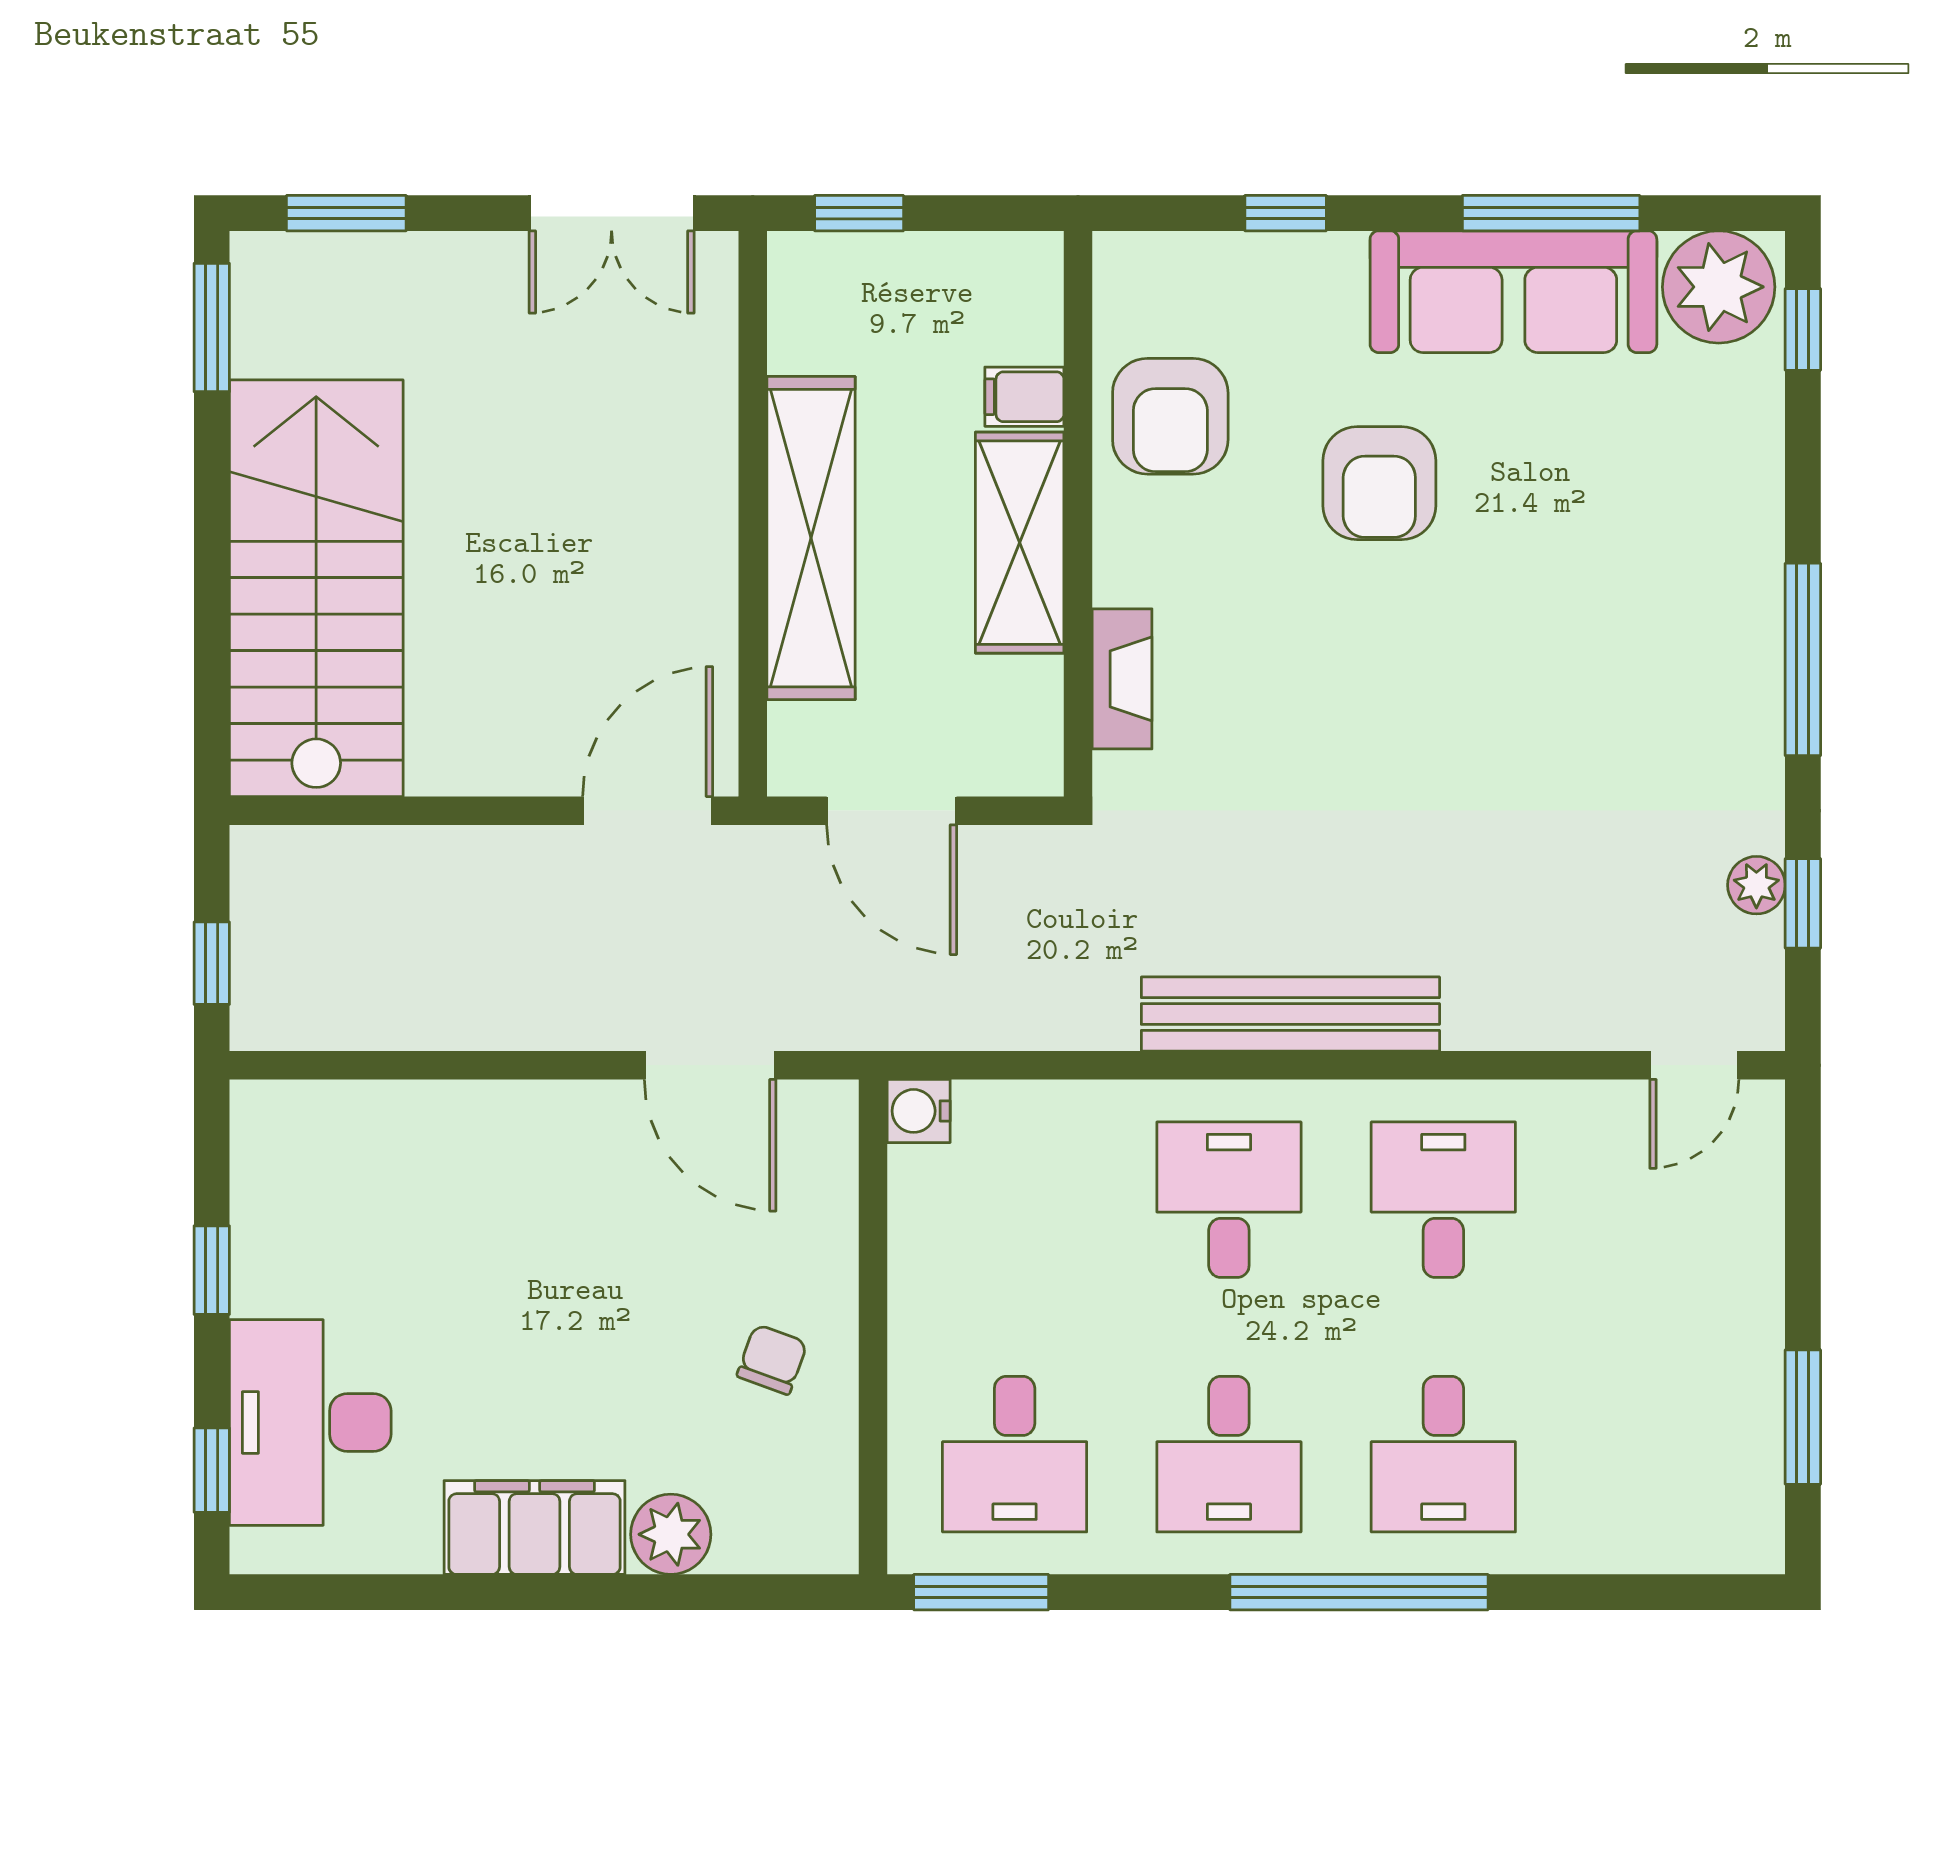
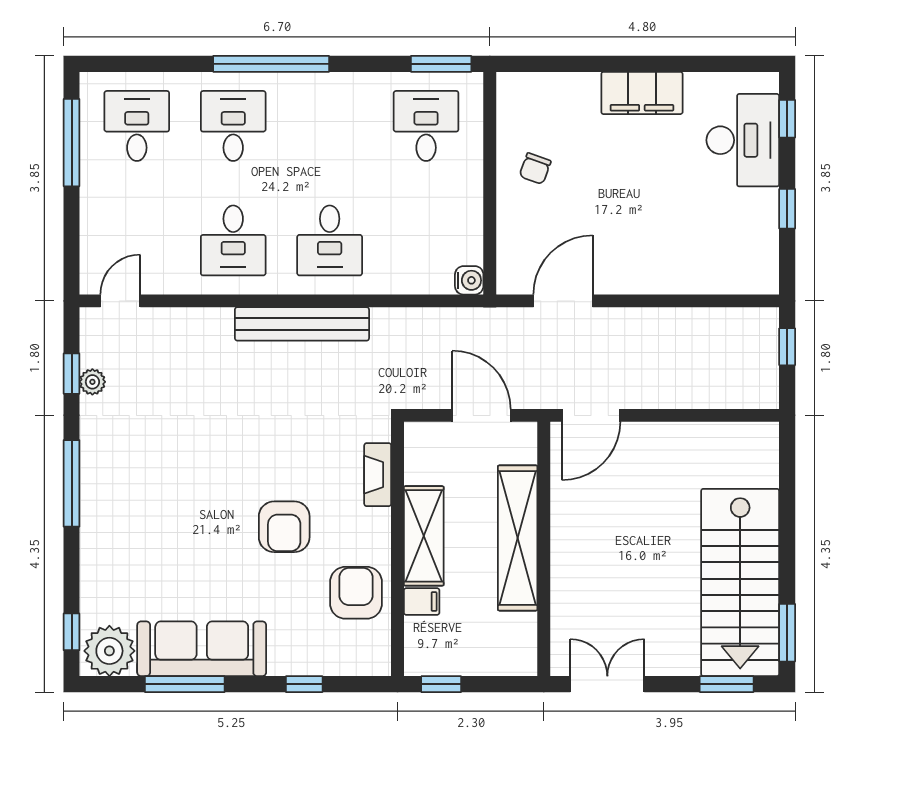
window: (859, 213) -> (441, 684), moved
armchair: (1379, 483) -> (284, 527), moved, turned 180
stairs: (316, 588) -> (740, 582), moved
door: (710, 1065) -> (563, 301), hinge flipped
window: (1803, 1417) -> (72, 143), width x1.44
desk: (1229, 1454) -> (137, 126), moved
plant: (671, 1534) -> (581, 90), removed

